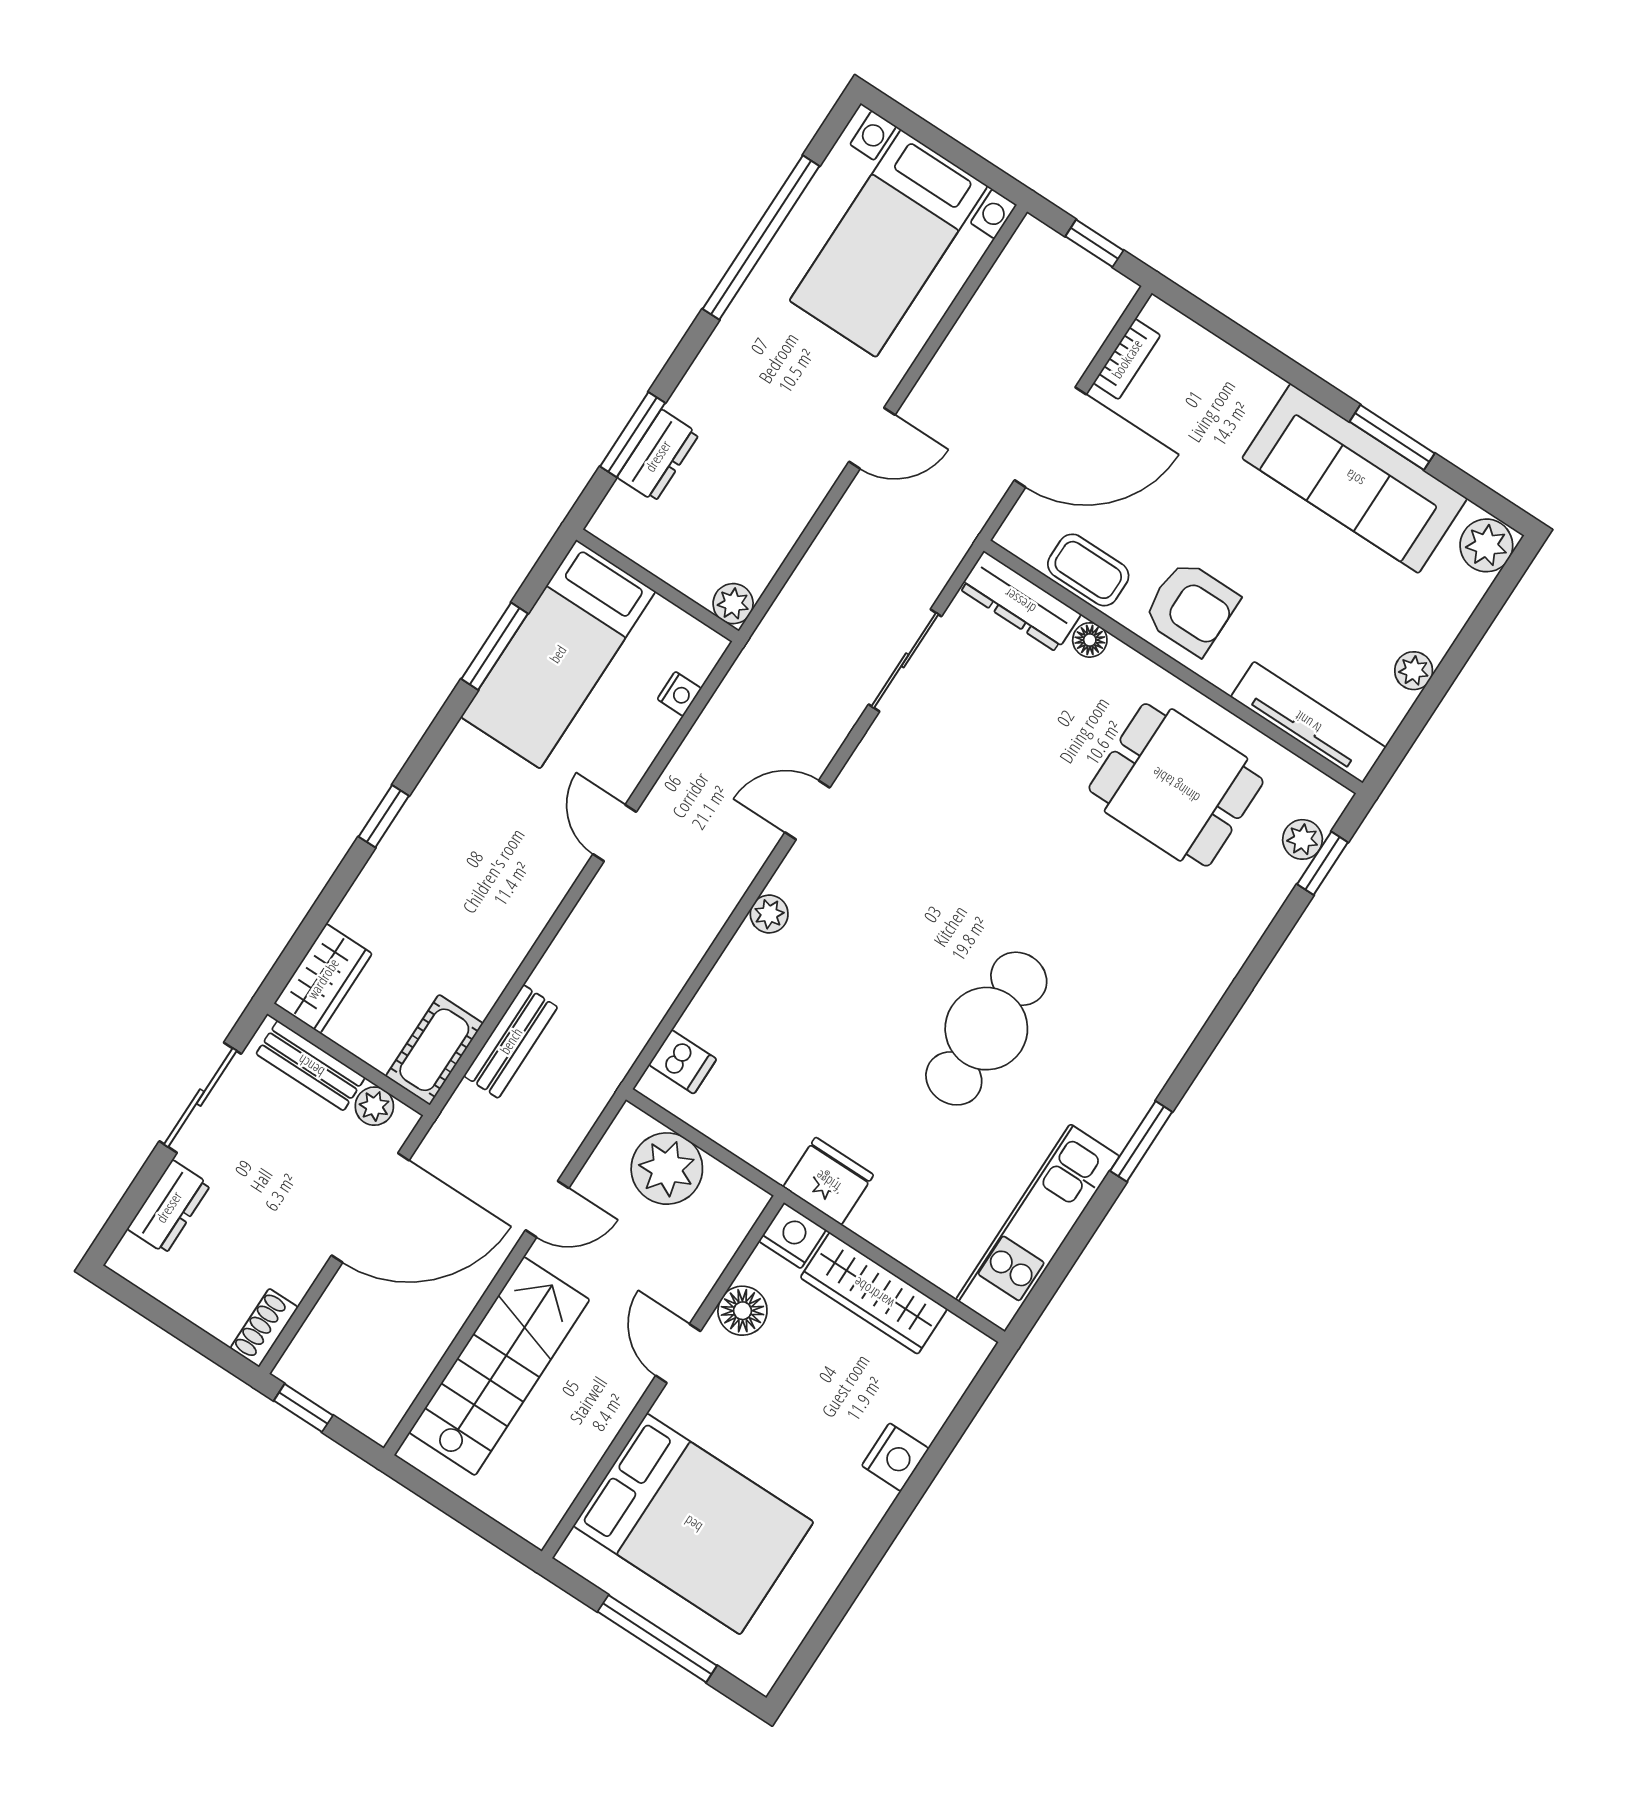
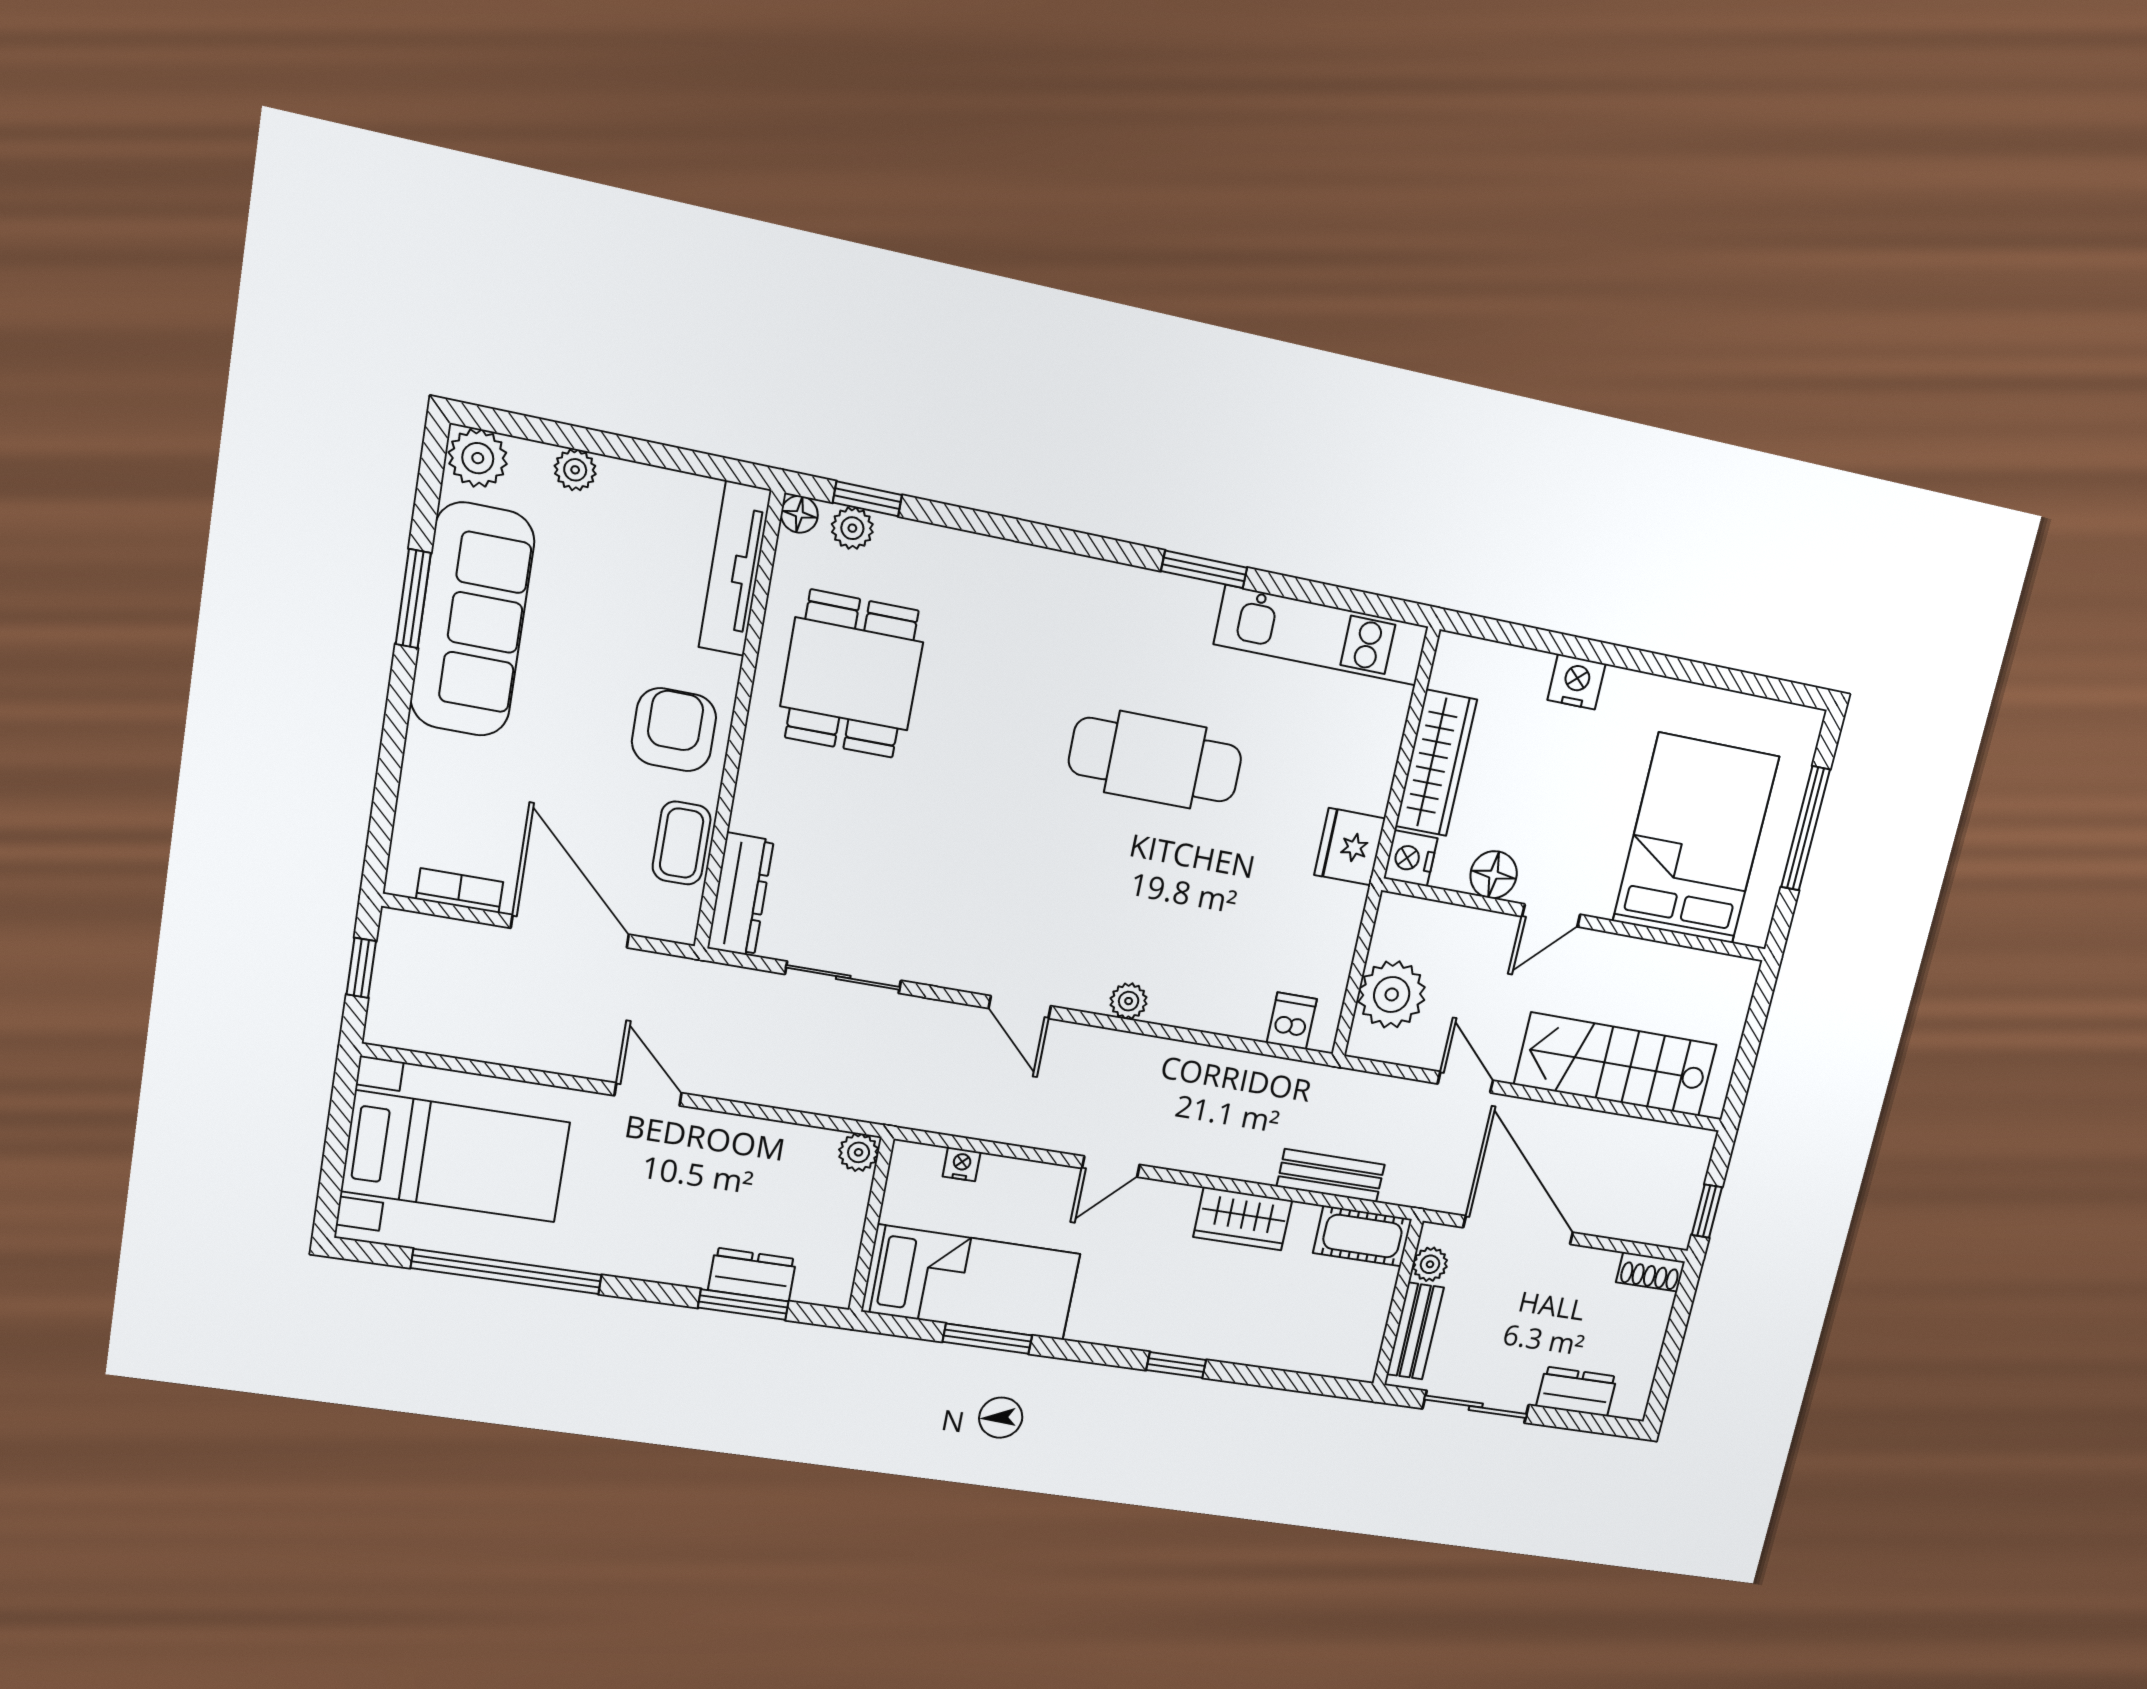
floor lamp: (1090, 640) -> (799, 514), moved
plant: (1414, 671) -> (575, 470), moved
wardrobe: (323, 979) -> (1243, 1219), moved, turned 180

